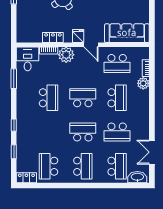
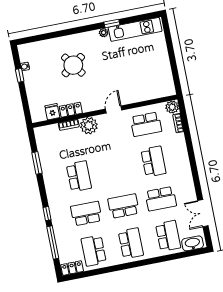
sofa: (127, 33) -> (150, 89), removed
fridge: (78, 36) -> (52, 112), moved
door: (91, 45) -> (114, 110), swing flipped
desk: (28, 59) -> (48, 139), removed
plant: (143, 83) -> (172, 107), moved
school desk: (83, 98) -> (86, 213), moved
window: (14, 152) -> (53, 242), width x2.17

